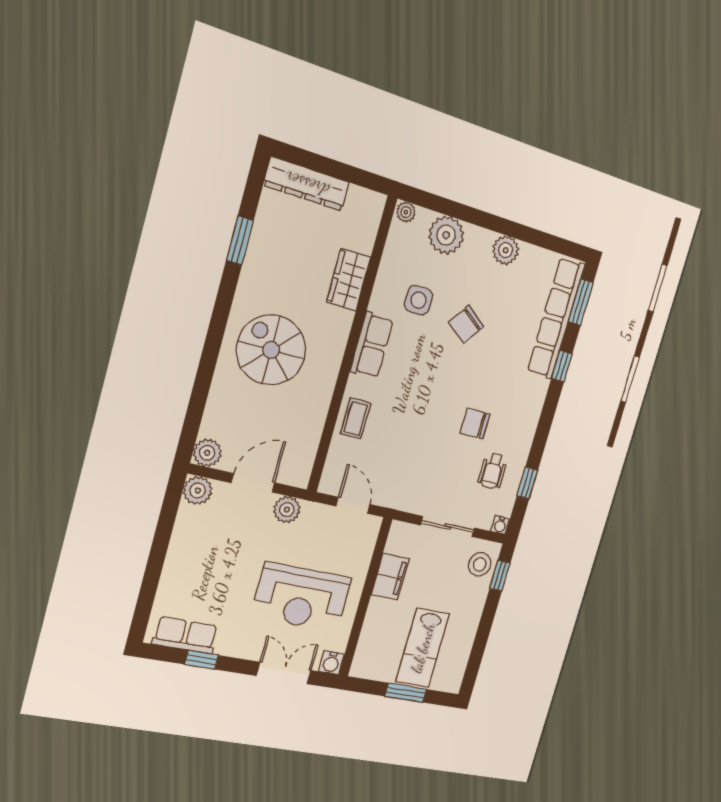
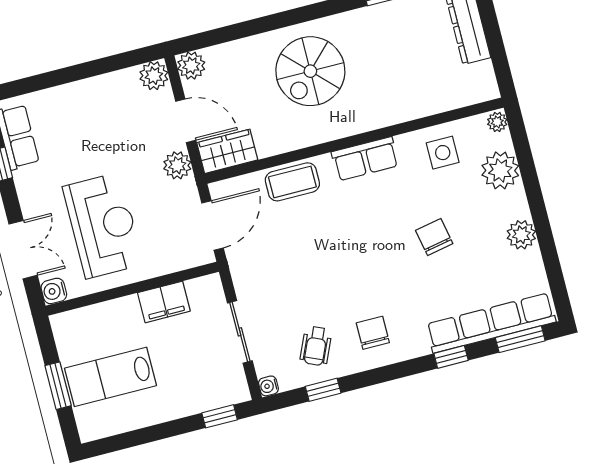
wardrobe: (349, 280) -> (227, 151), moved
side table: (419, 300) -> (443, 153), moved
chair: (466, 324) -> (434, 237), turned 43
spiral stairs: (271, 350) -> (310, 71), turned 180
coffee table: (356, 419) -> (292, 182), width x1.36, depth x1.30
chair: (475, 424) -> (373, 333), moved
wheelchair: (493, 471) -> (316, 346), turned -66
door: (353, 505) -> (213, 226), width x1.38
stool: (480, 564) -> (220, 388), removed
reception desk: (301, 597) -> (103, 226), turned 180

